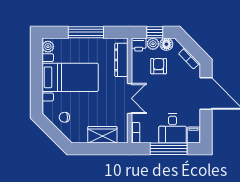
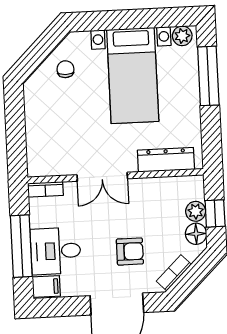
window: (86, 32) -> (208, 76), moved
printer: (139, 44) -> (193, 187), removed
armchair: (159, 66) -> (130, 251), moved
wardrobe: (102, 135) -> (39, 134), removed

